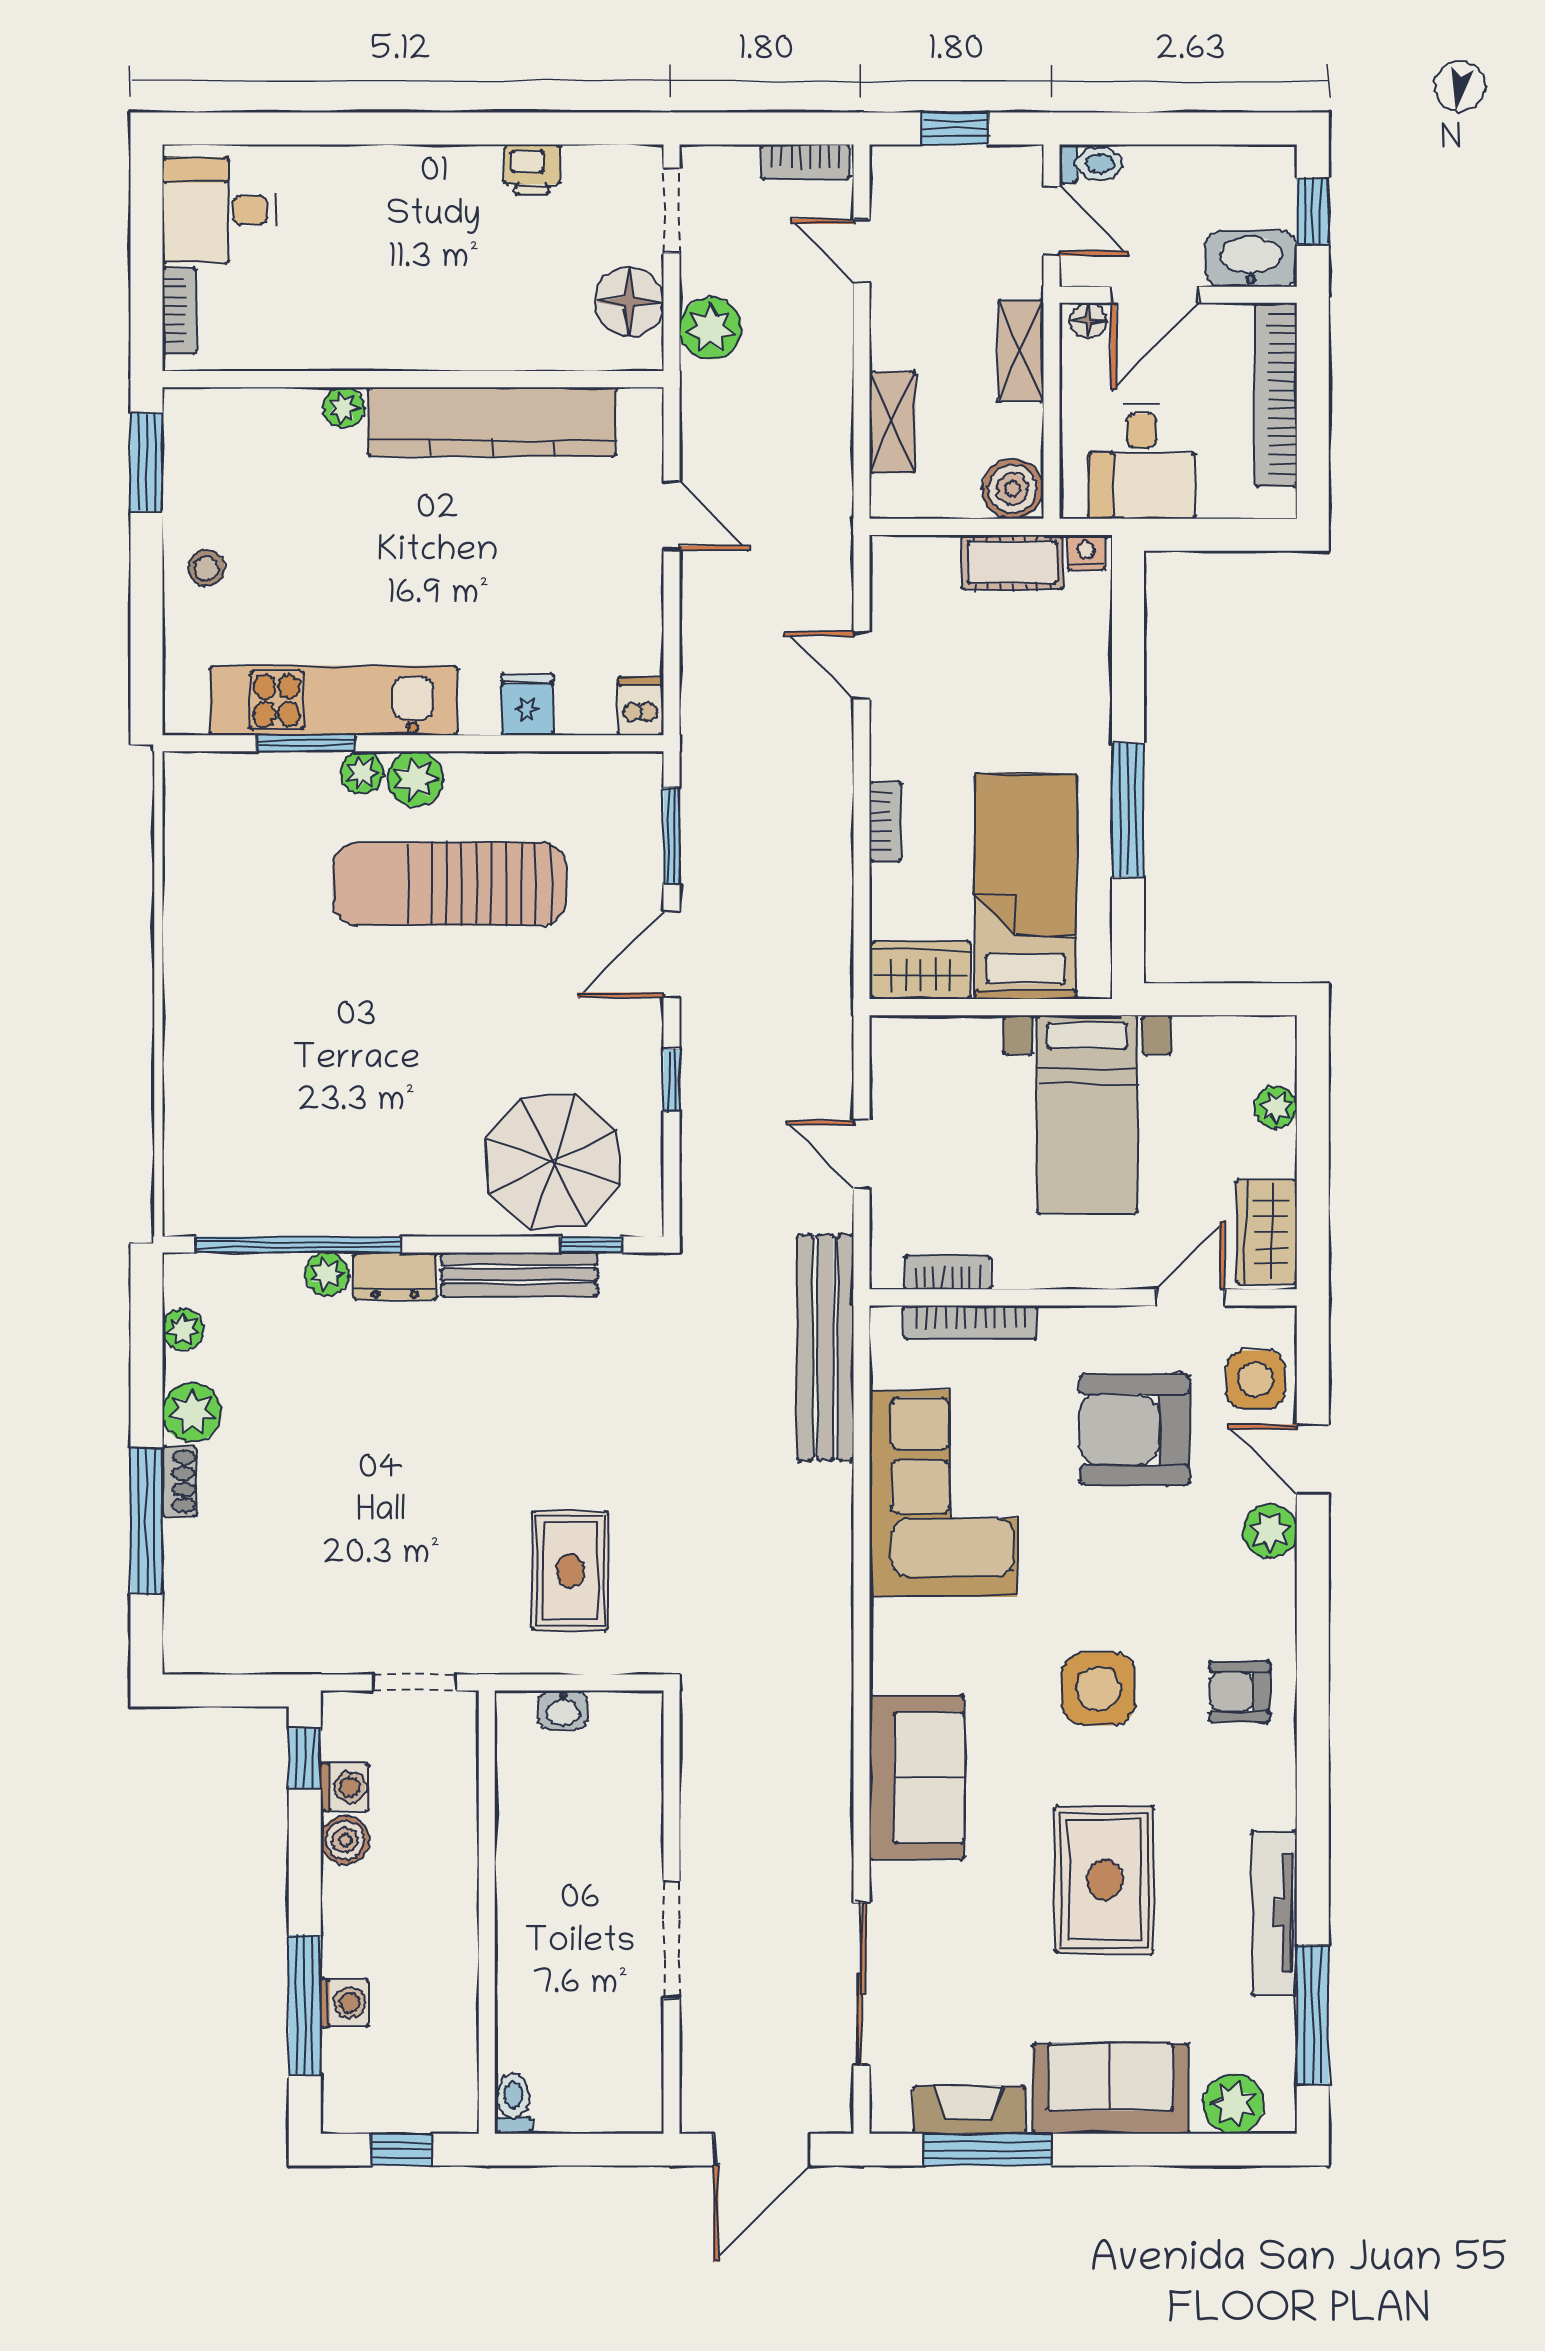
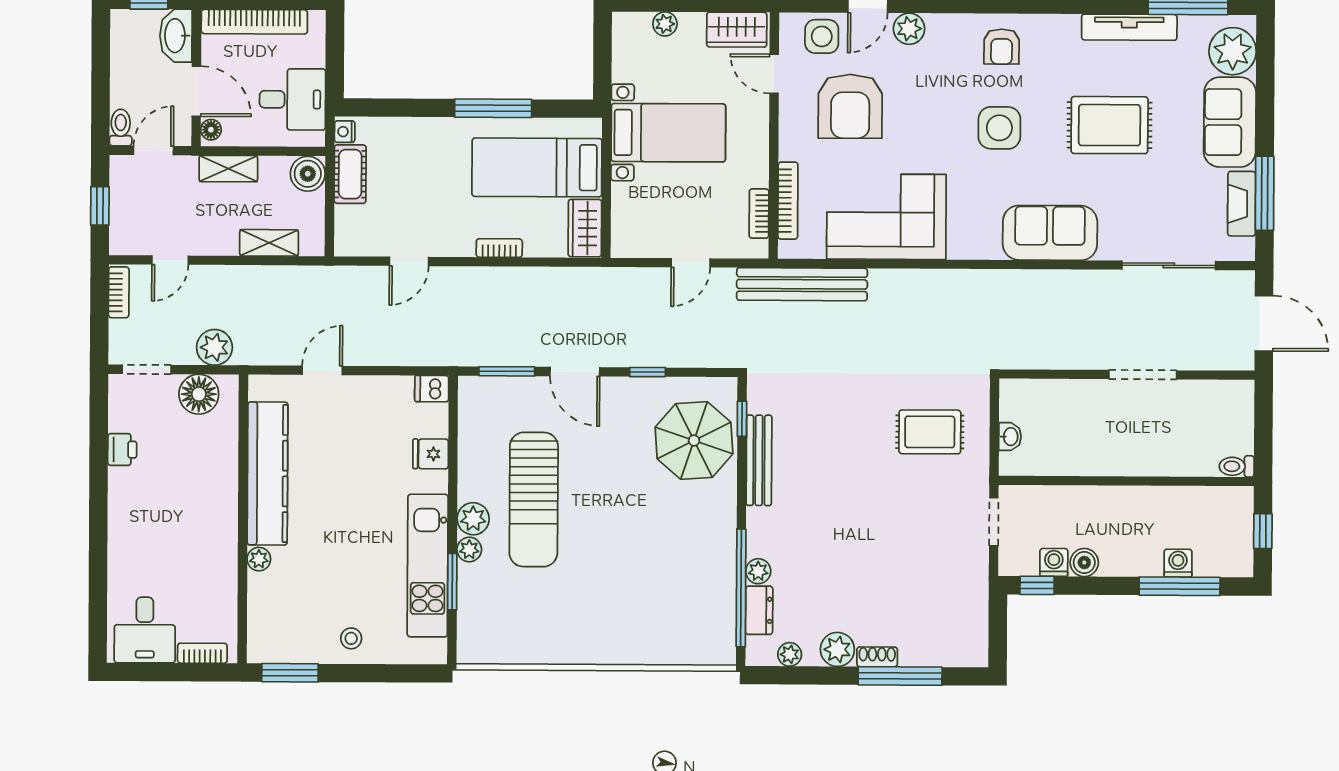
dresser: (395, 1276) -> (759, 610), moved
plant: (1234, 2104) -> (1233, 51), width x1.36, depth x1.36

